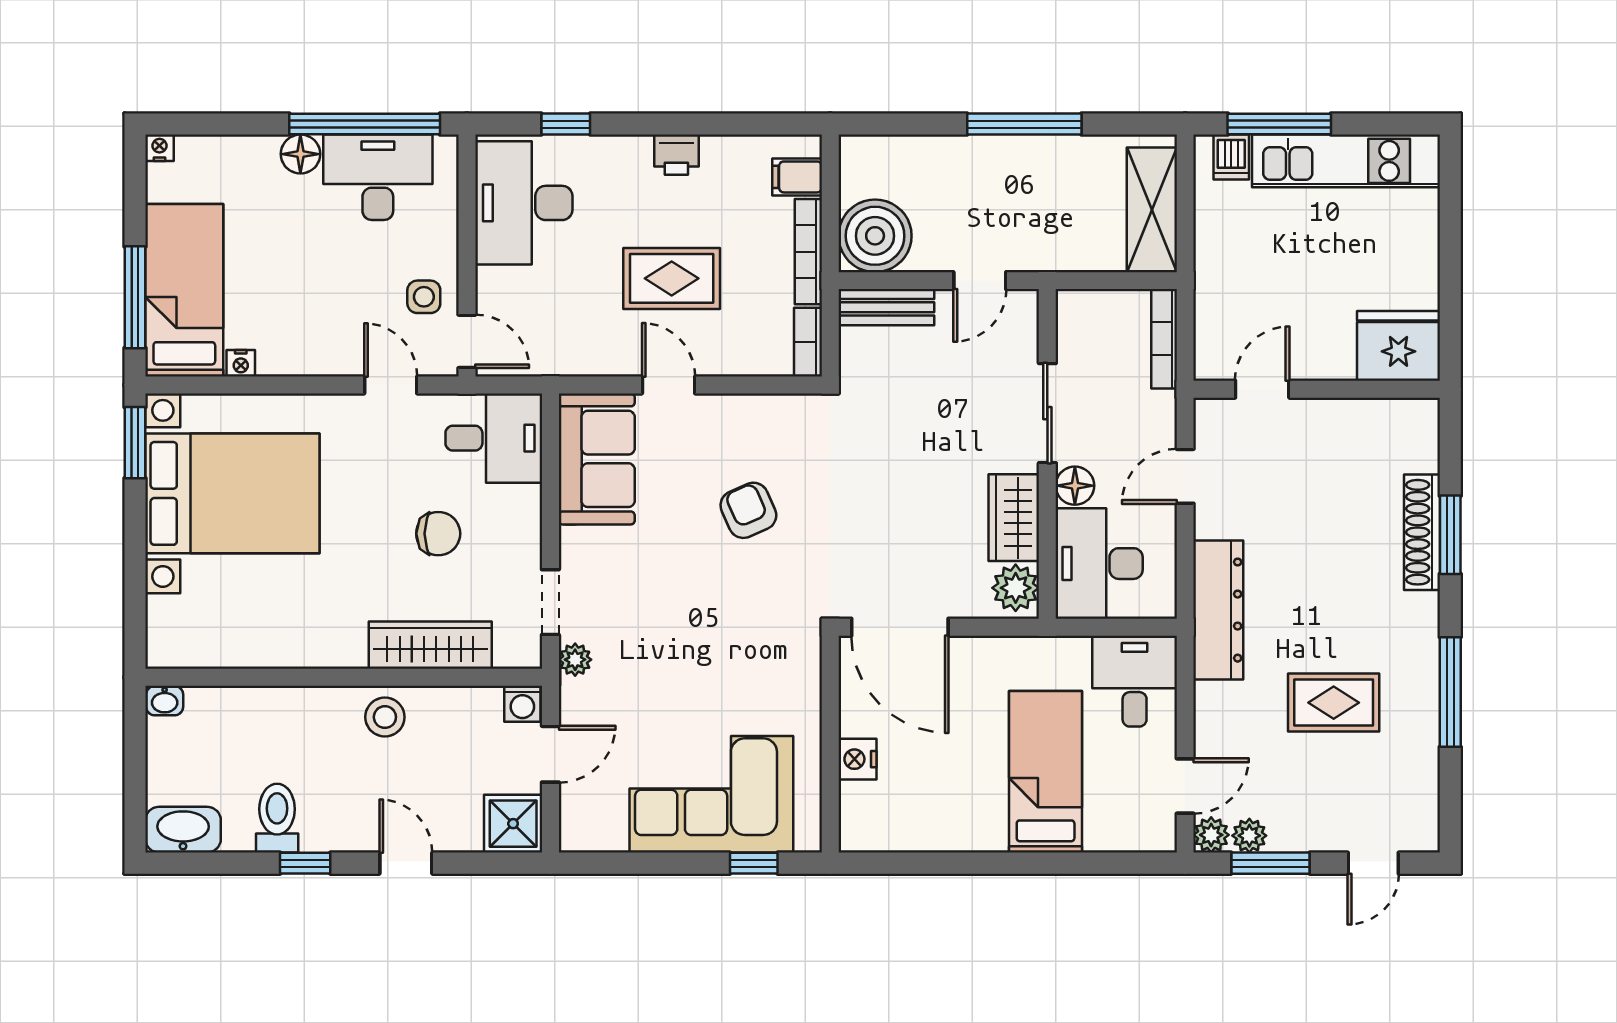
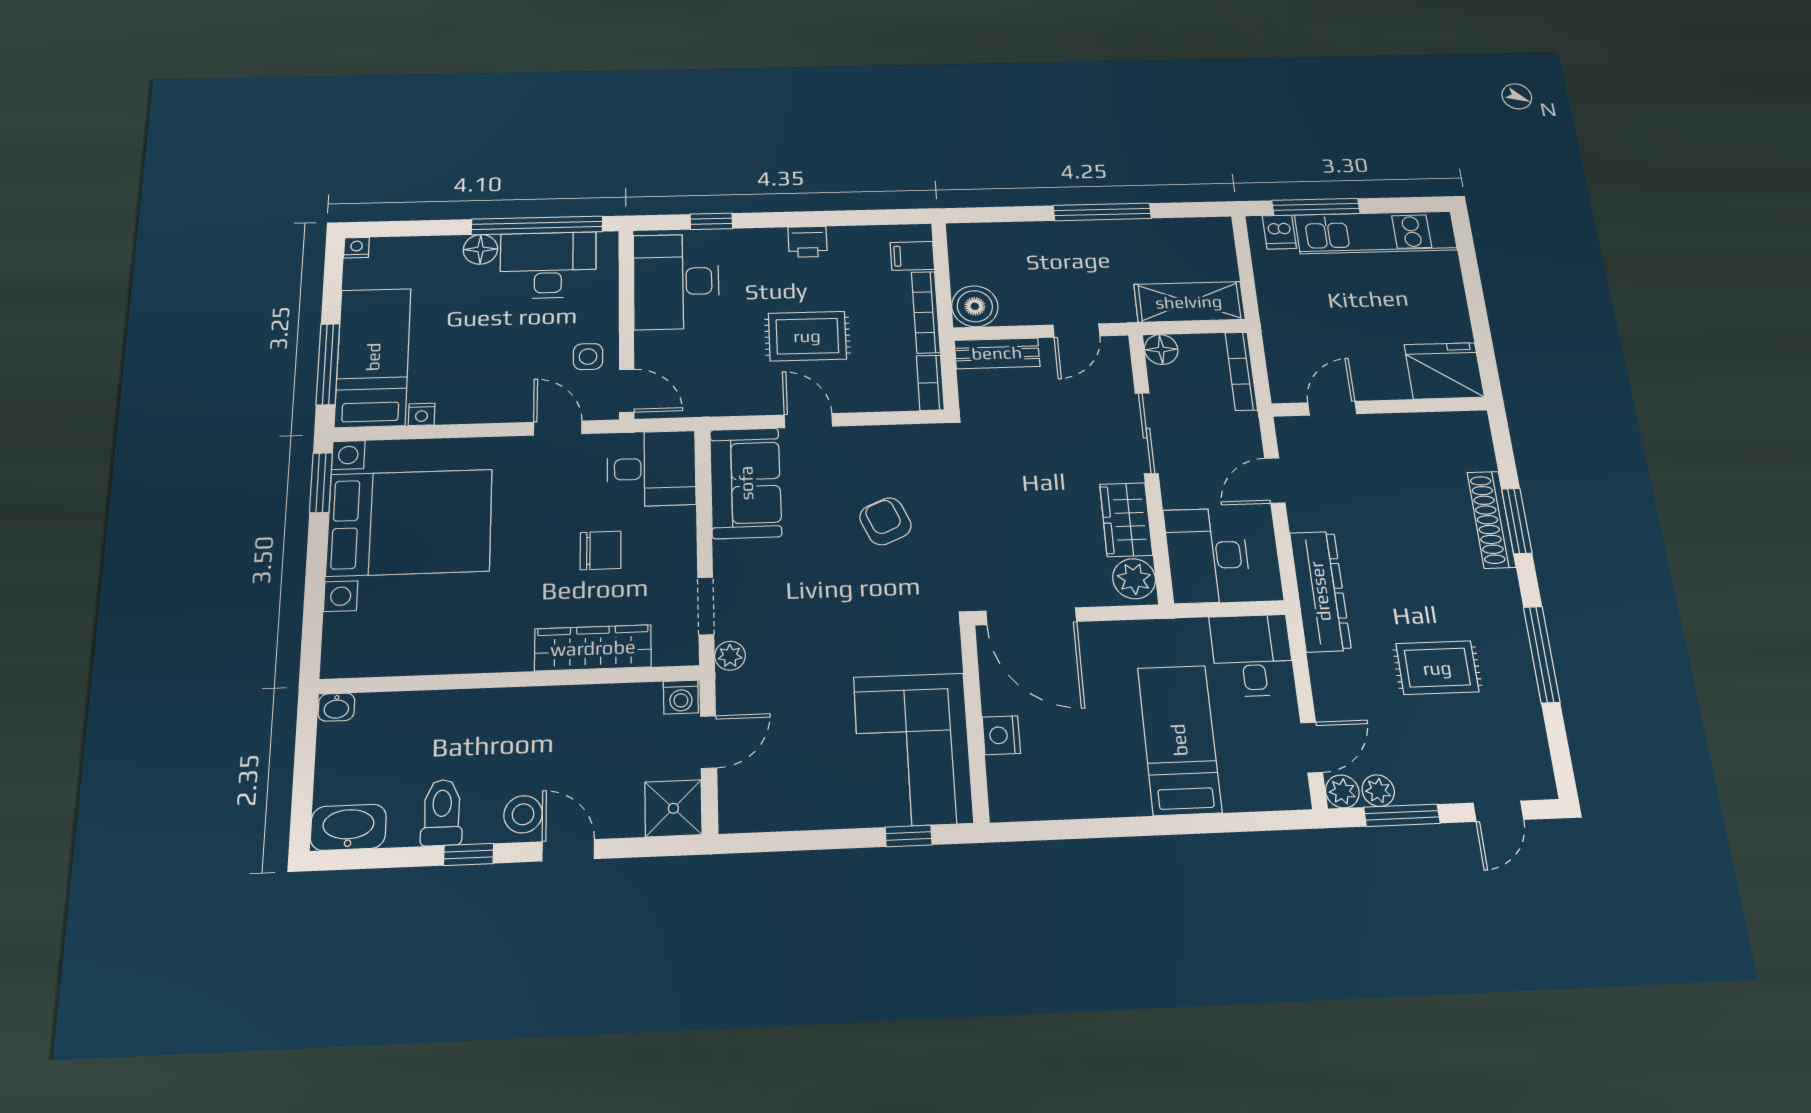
shelving: (1152, 210) -> (1189, 302), moved, turned 90
boiler: (875, 236) -> (975, 306), width x0.73, depth x0.73
floor lamp: (1075, 486) -> (1161, 350), moved
stool: (385, 717) -> (523, 814), moved
corner sofa: (711, 794) -> (913, 749), moved, turned -90

